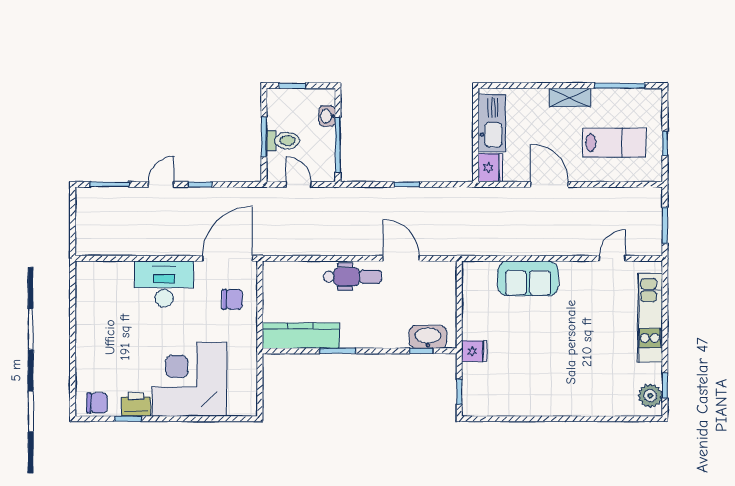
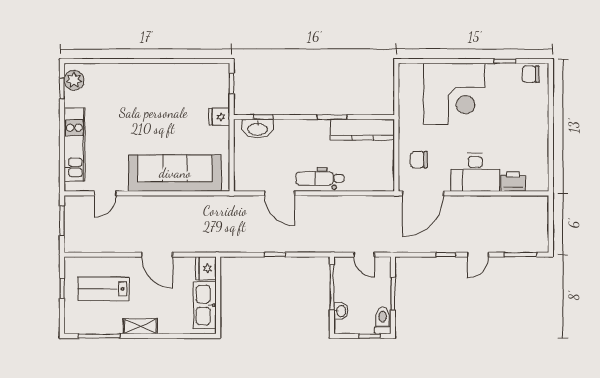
toilet: (283, 141) -> (383, 320), moved, turned 90
sofa: (528, 278) -> (175, 173), width x1.85, depth x1.27
printer: (136, 404) -> (513, 181), moved, turned 180

